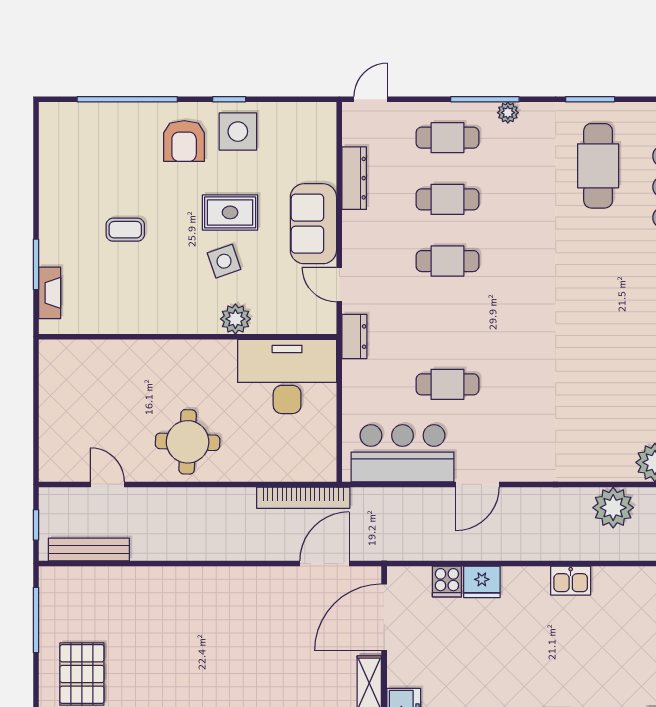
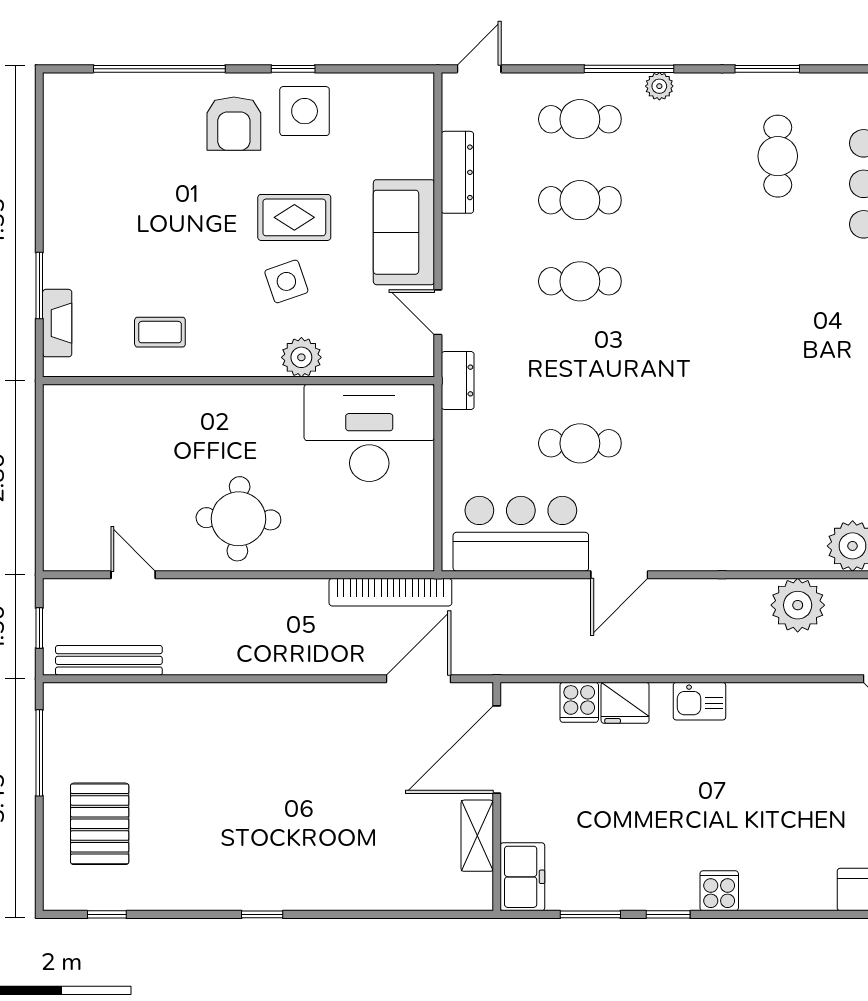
cafe table: (598, 166) -> (778, 156), width x0.73, depth x0.74
coffee table: (125, 230) -> (160, 332), moved
kitchen sink: (571, 581) -> (699, 701), moved

